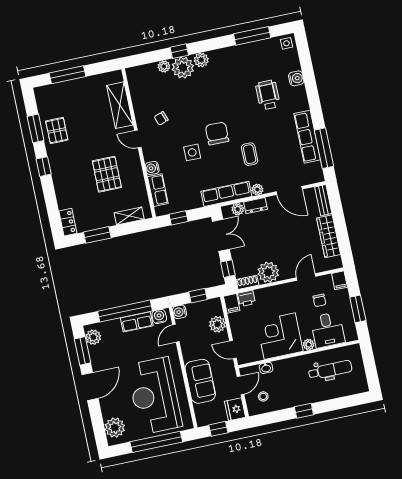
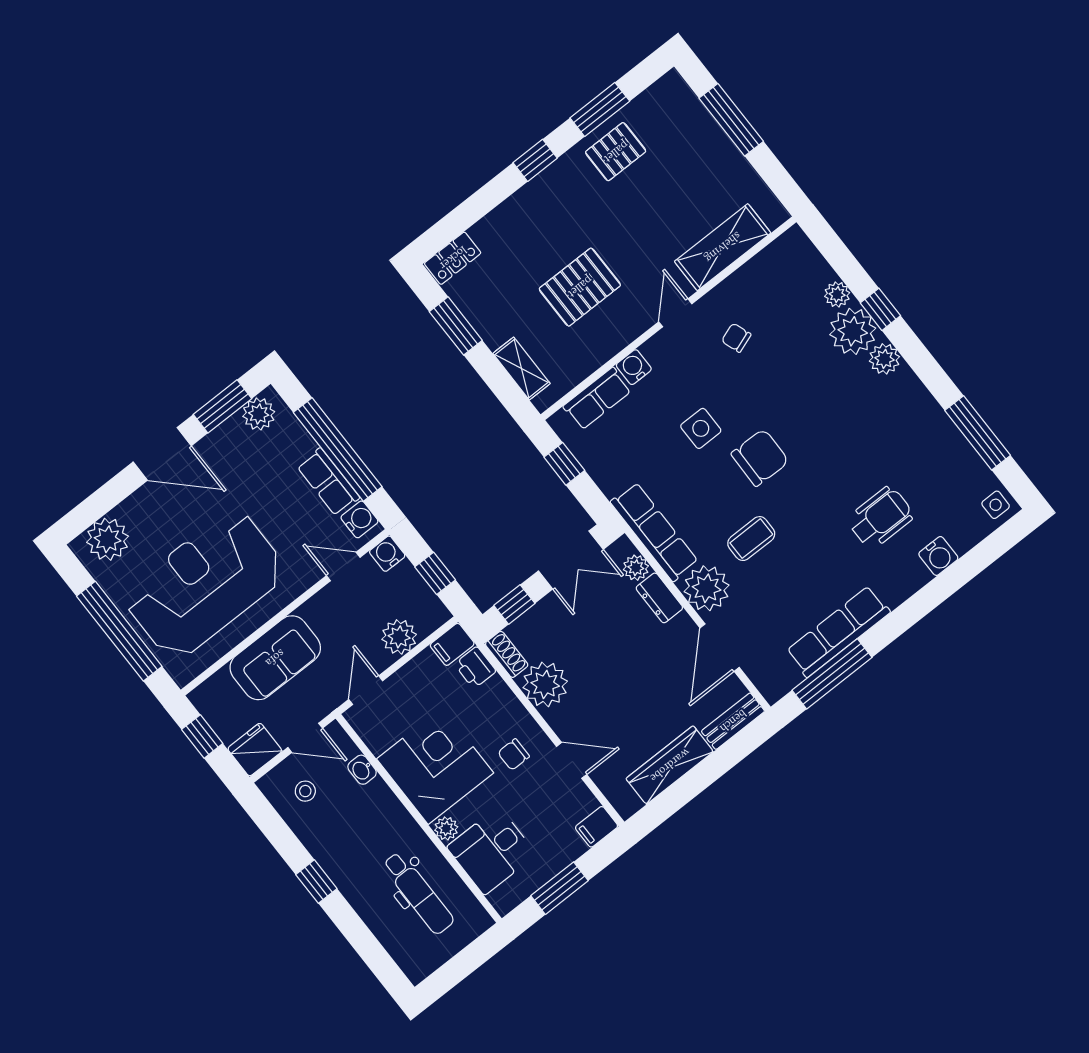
plant: (257, 190) -> (707, 588), width x1.87, depth x1.87
chair: (319, 300) -> (514, 754), moved

